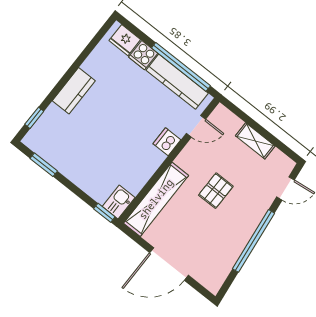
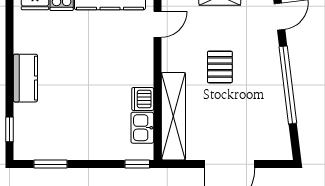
dishwasher: (167, 142) -> (143, 99), moved
kitchen sink: (119, 202) -> (142, 128), moved

